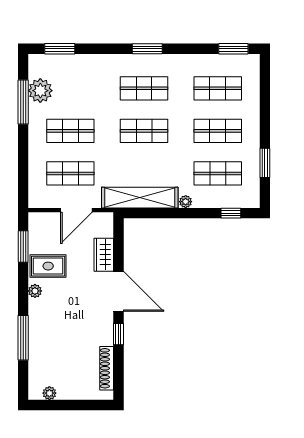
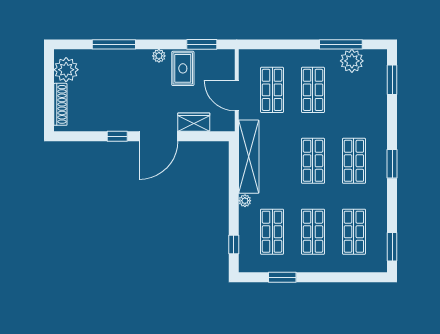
shoe rack: (107, 368) -> (60, 104), moved, turned 90
plant: (49, 393) -> (66, 70), width x1.87, depth x1.87

